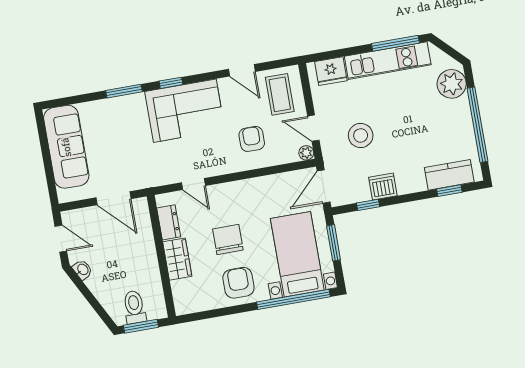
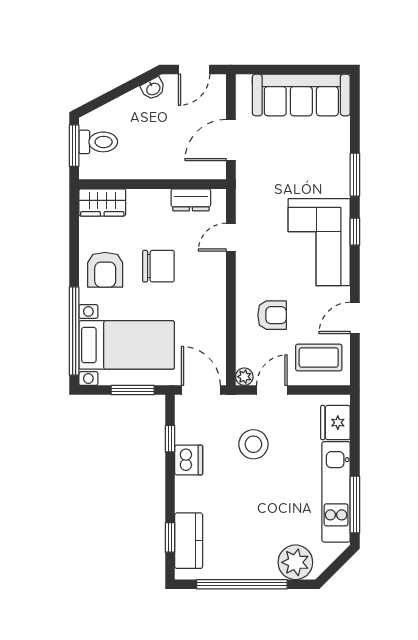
wardrobe: (177, 259) -> (102, 202), moved
armchair: (238, 283) -> (105, 270), turned 90

